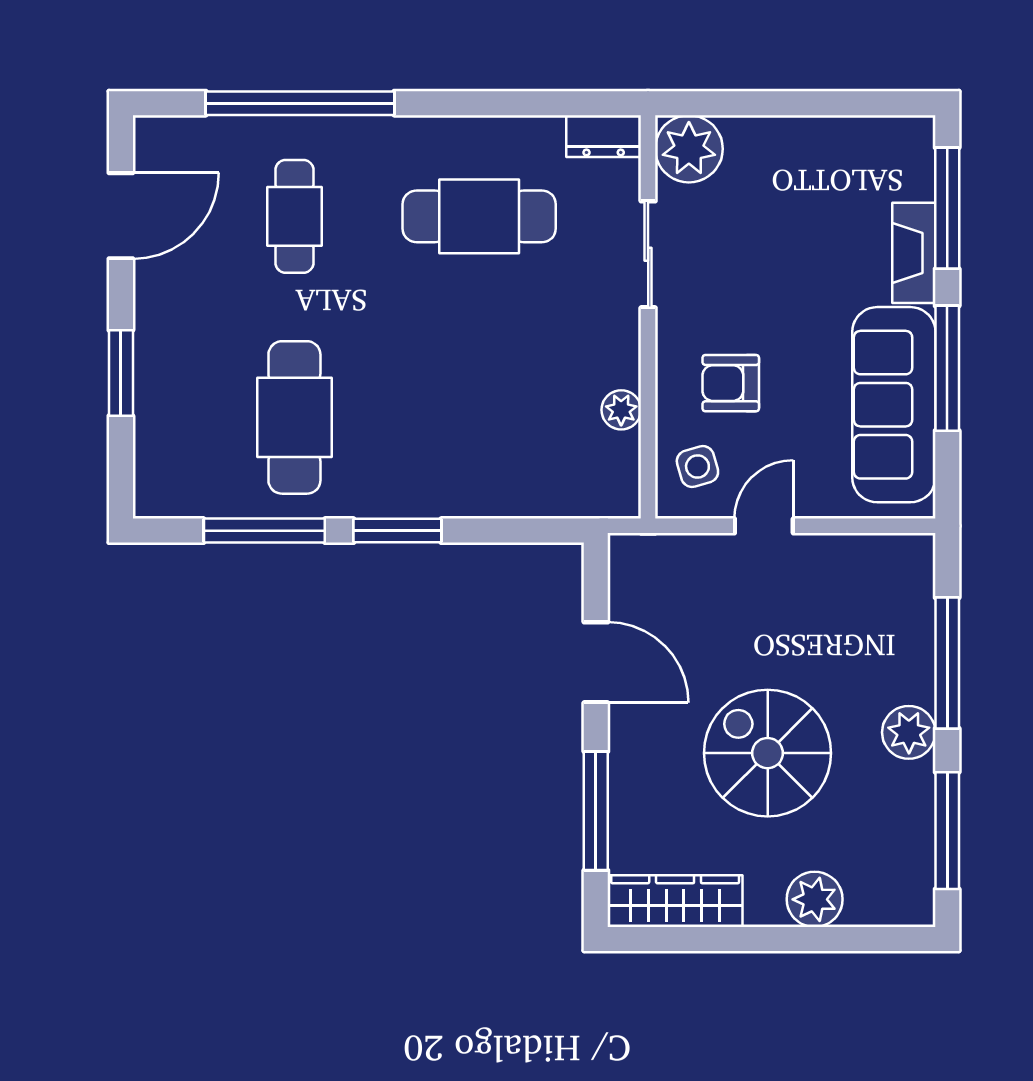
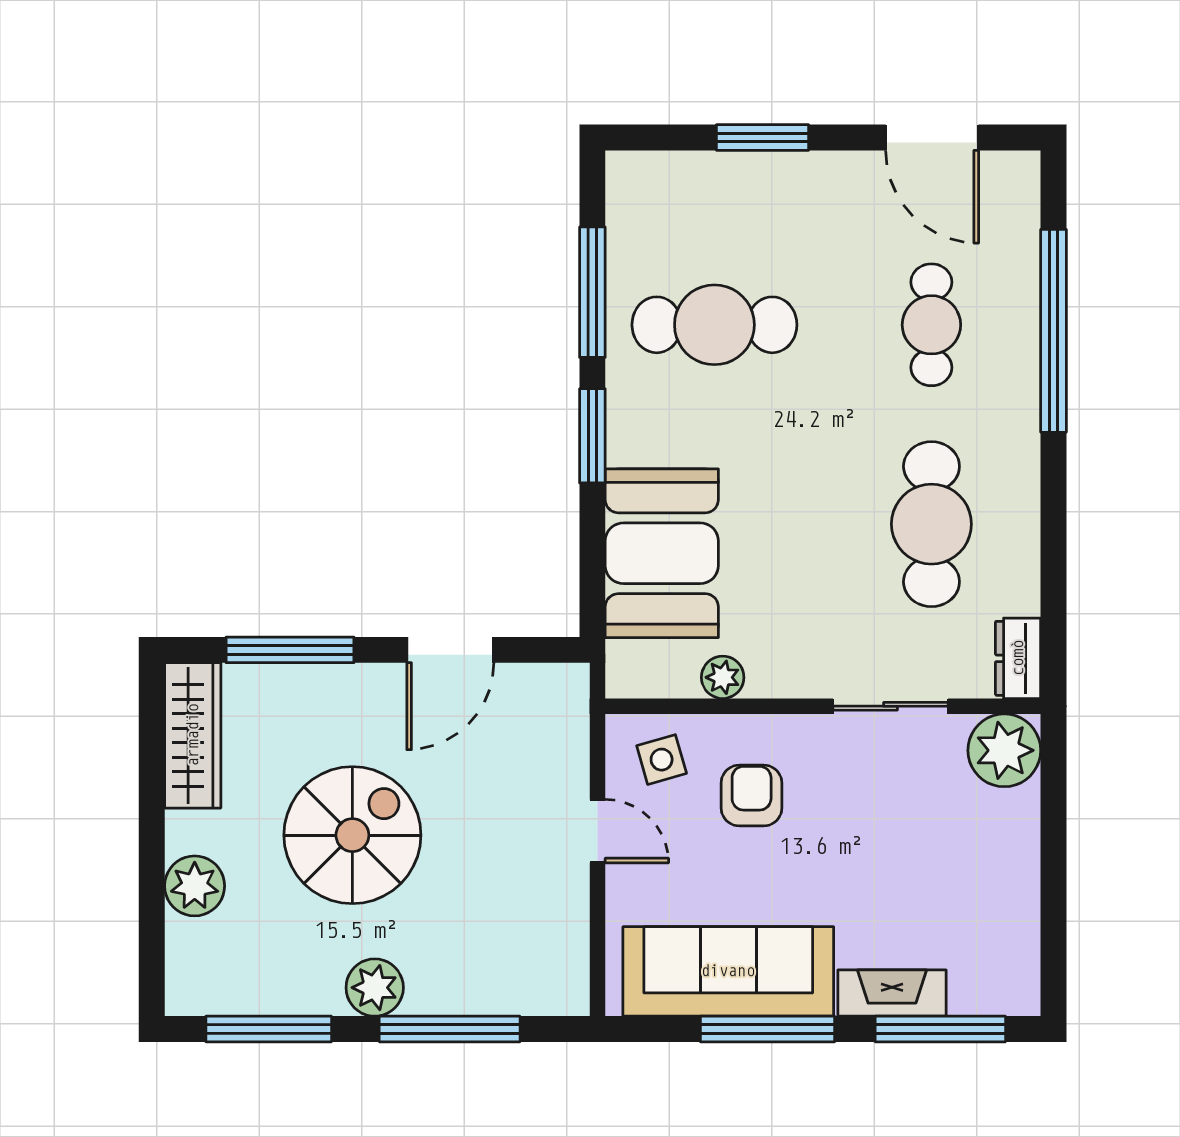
cafe table: (294, 216) -> (931, 325), turned 90
booth: (506, 466) -> (662, 553), added

